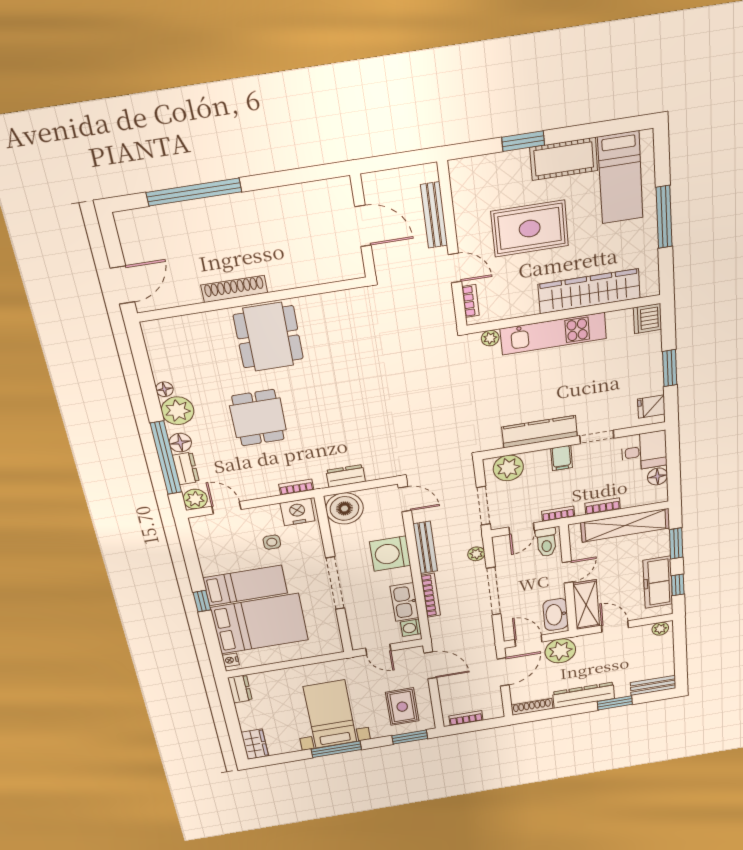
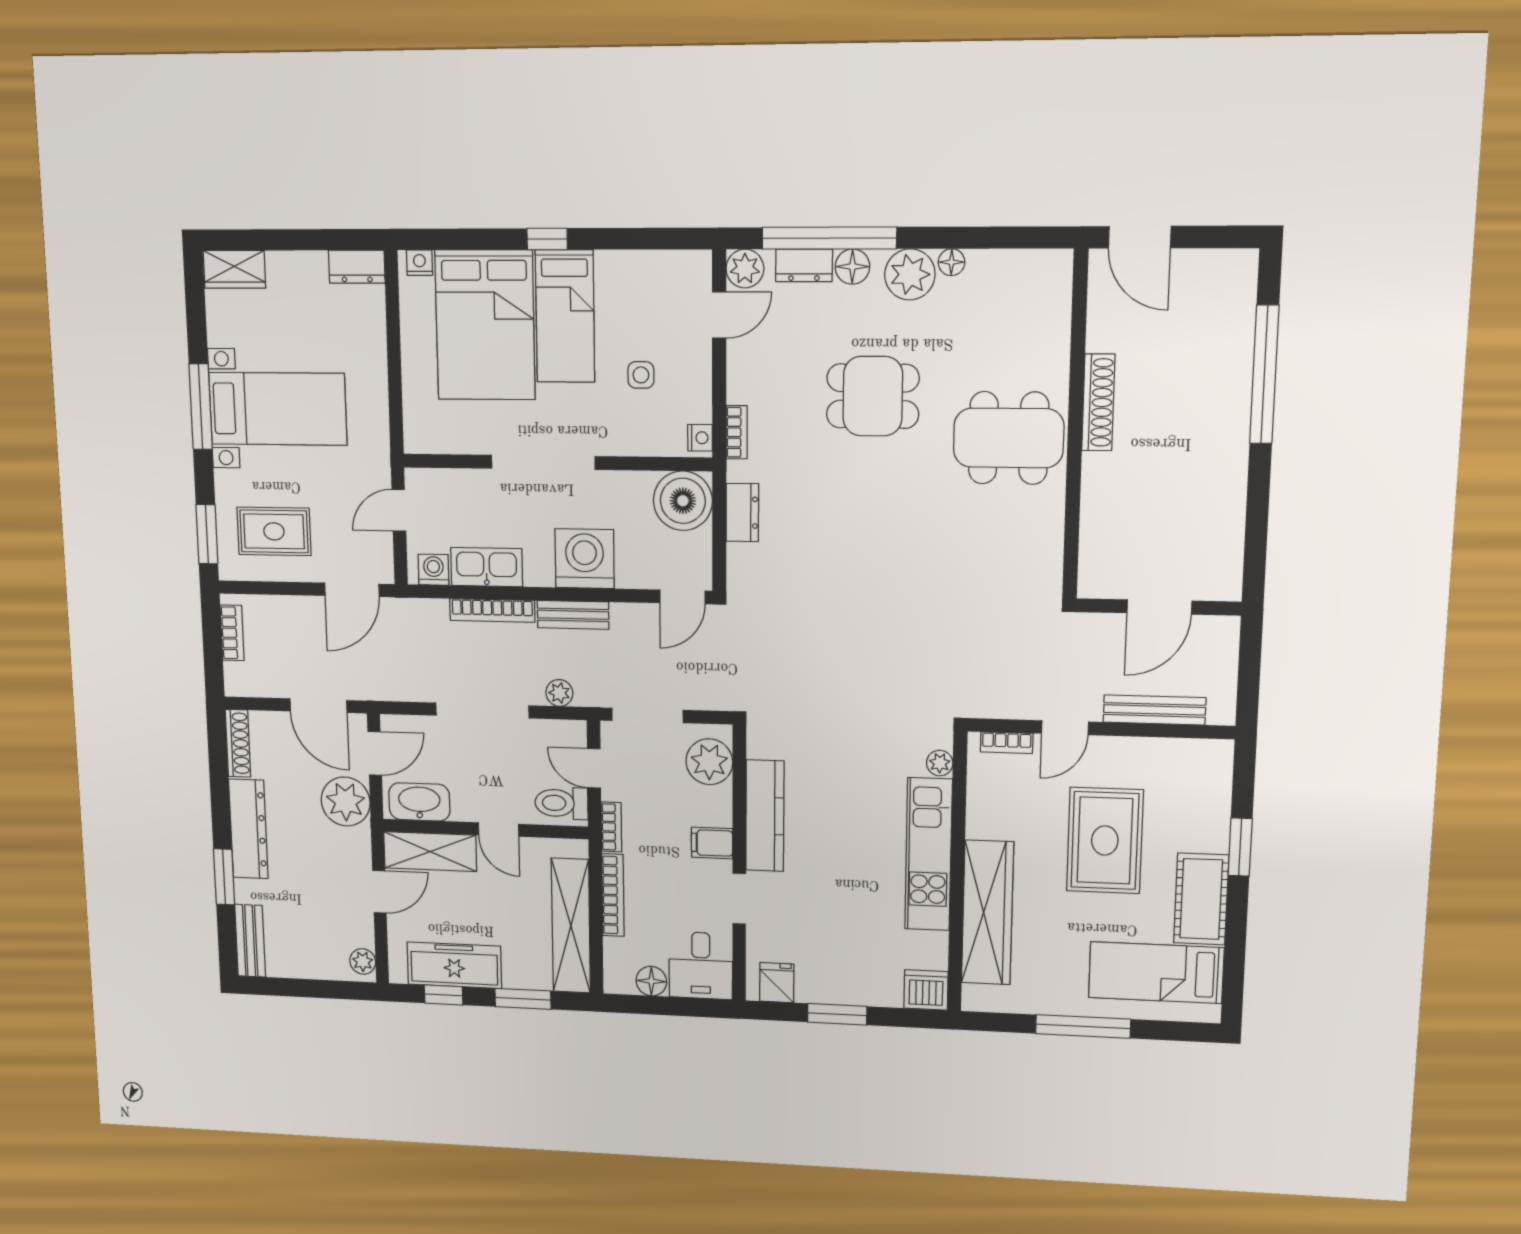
bookcase: (603, 506) -> (613, 895), width x1.56
nightstand: (297, 512) -> (700, 438), width x0.53, depth x0.56
bench: (425, 548) -> (573, 615), width x0.73

